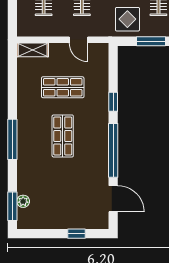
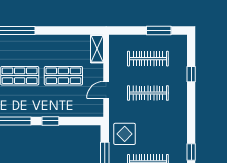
shop shelf: (63, 87) -> (63, 76), turned 90

